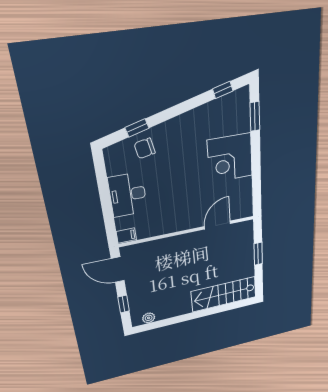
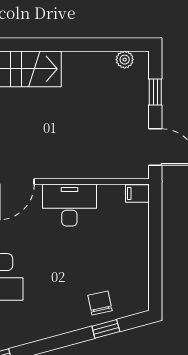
chair: (145, 148) -> (100, 303), turned -91
desk: (128, 195) -> (69, 205), moved, turned -90

